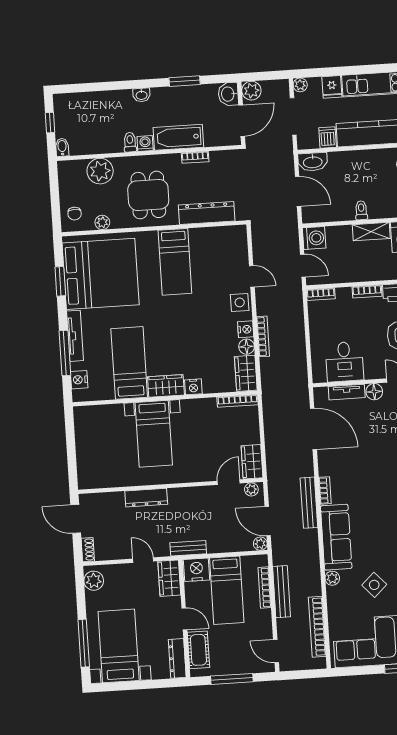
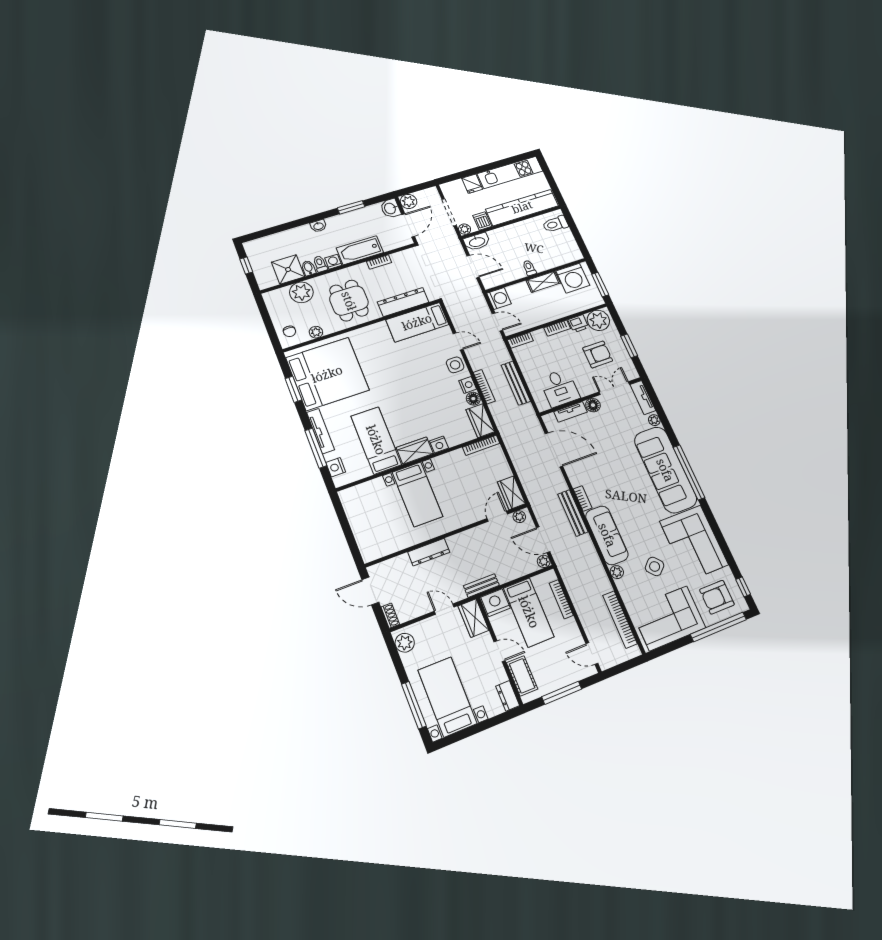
plant: (300, 85) -> (465, 229), moved
shower: (93, 140) -> (288, 269), added
bidet: (62, 147) -> (308, 268), moved
bed: (175, 262) -> (417, 322), moved, turned 90
bench: (282, 592) -> (516, 383), moved
dresser: (177, 658) -> (508, 696), width x0.70

